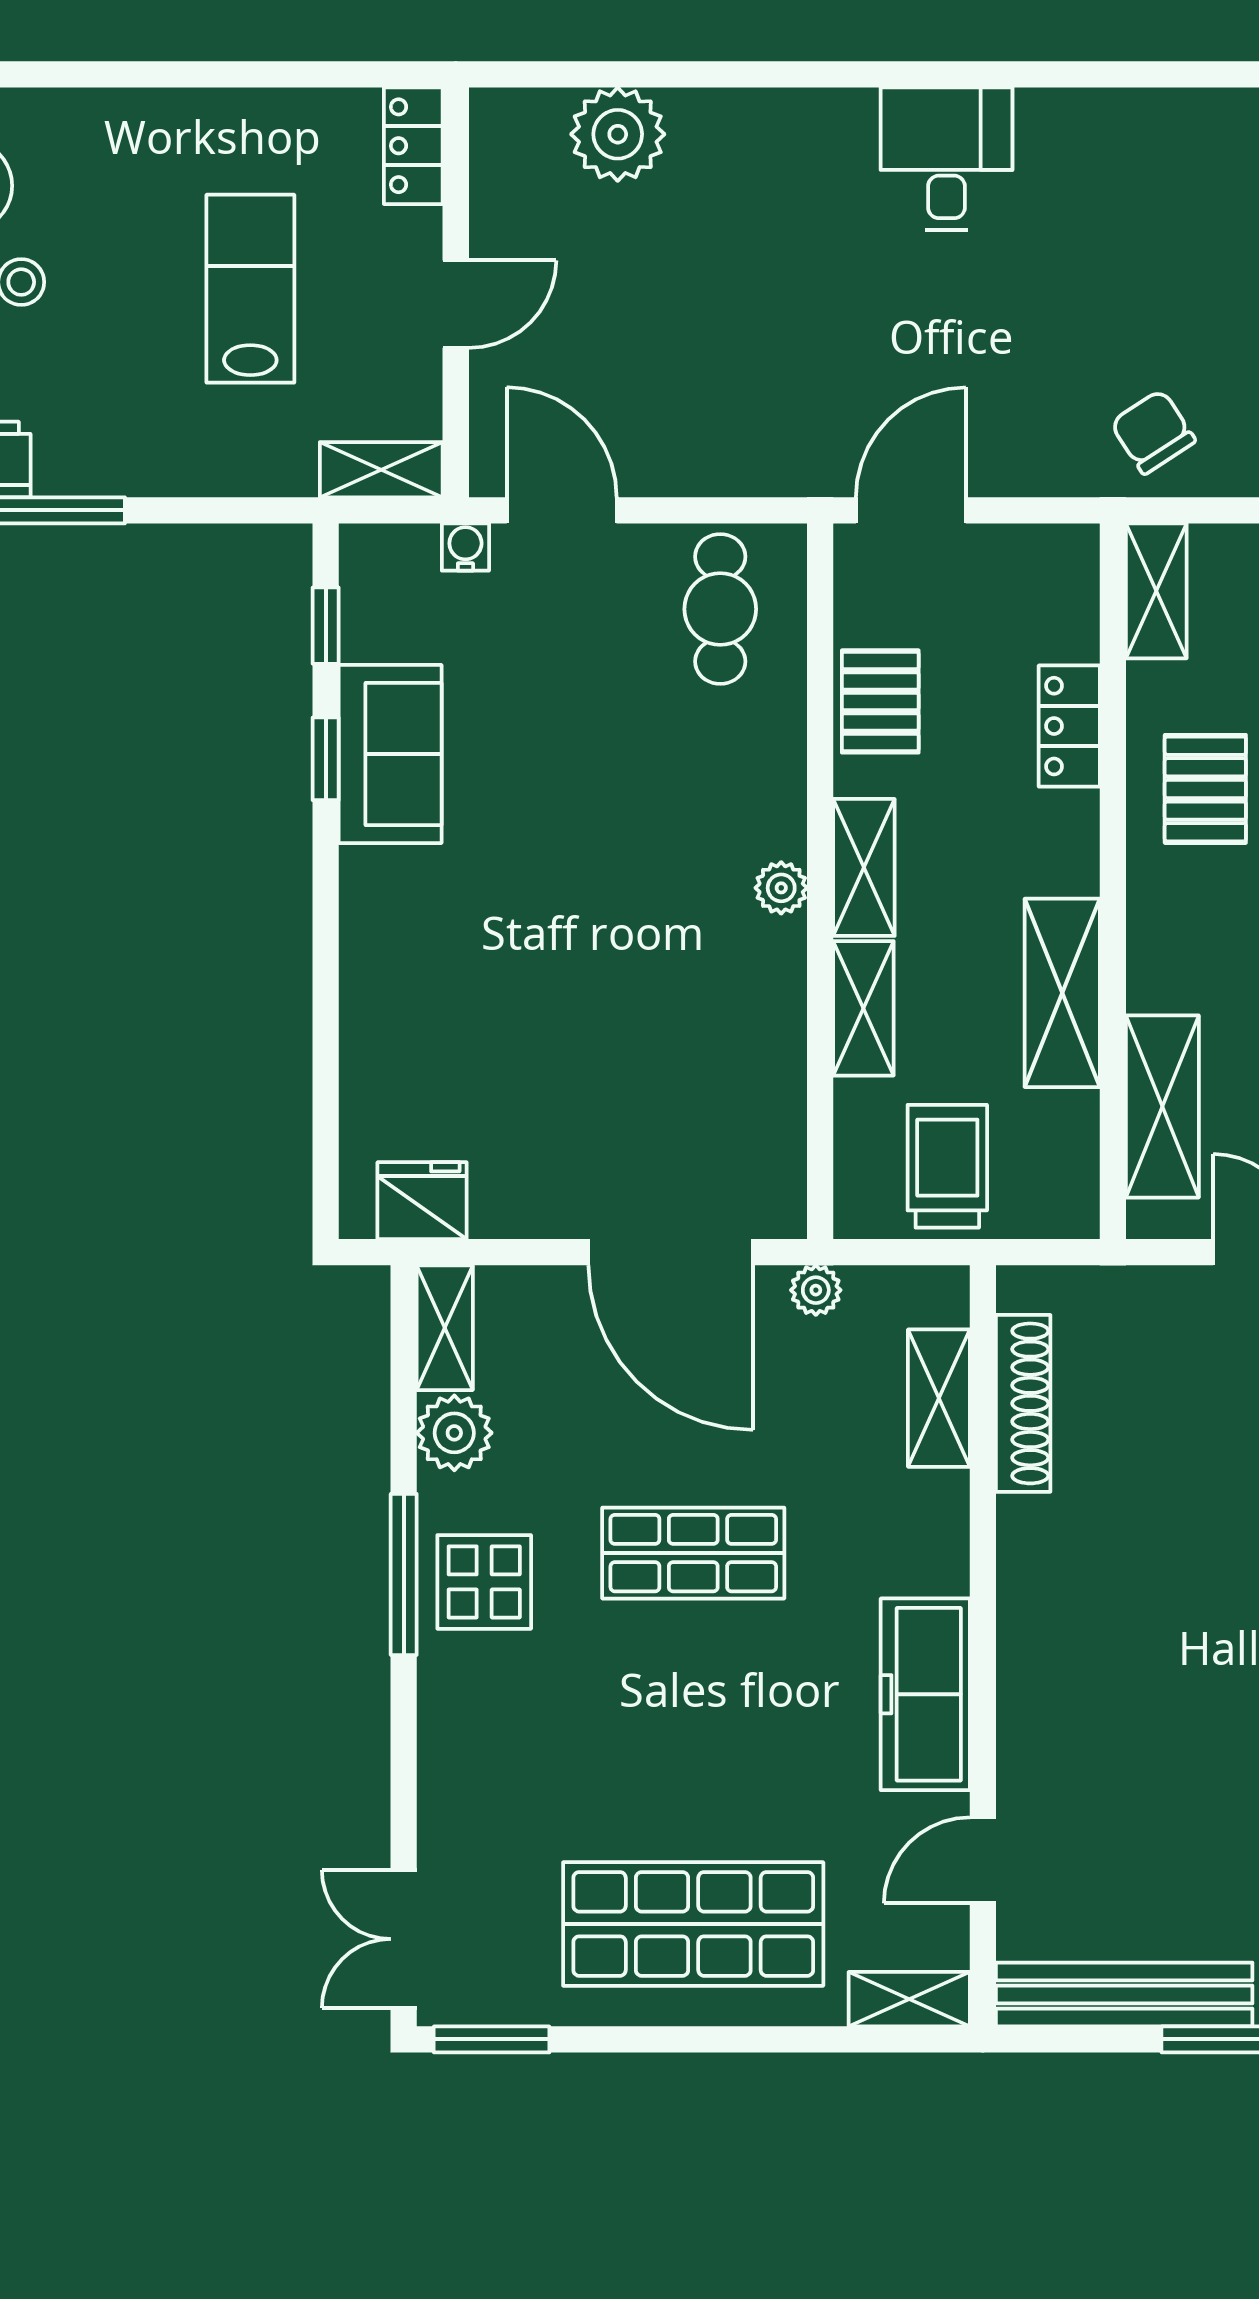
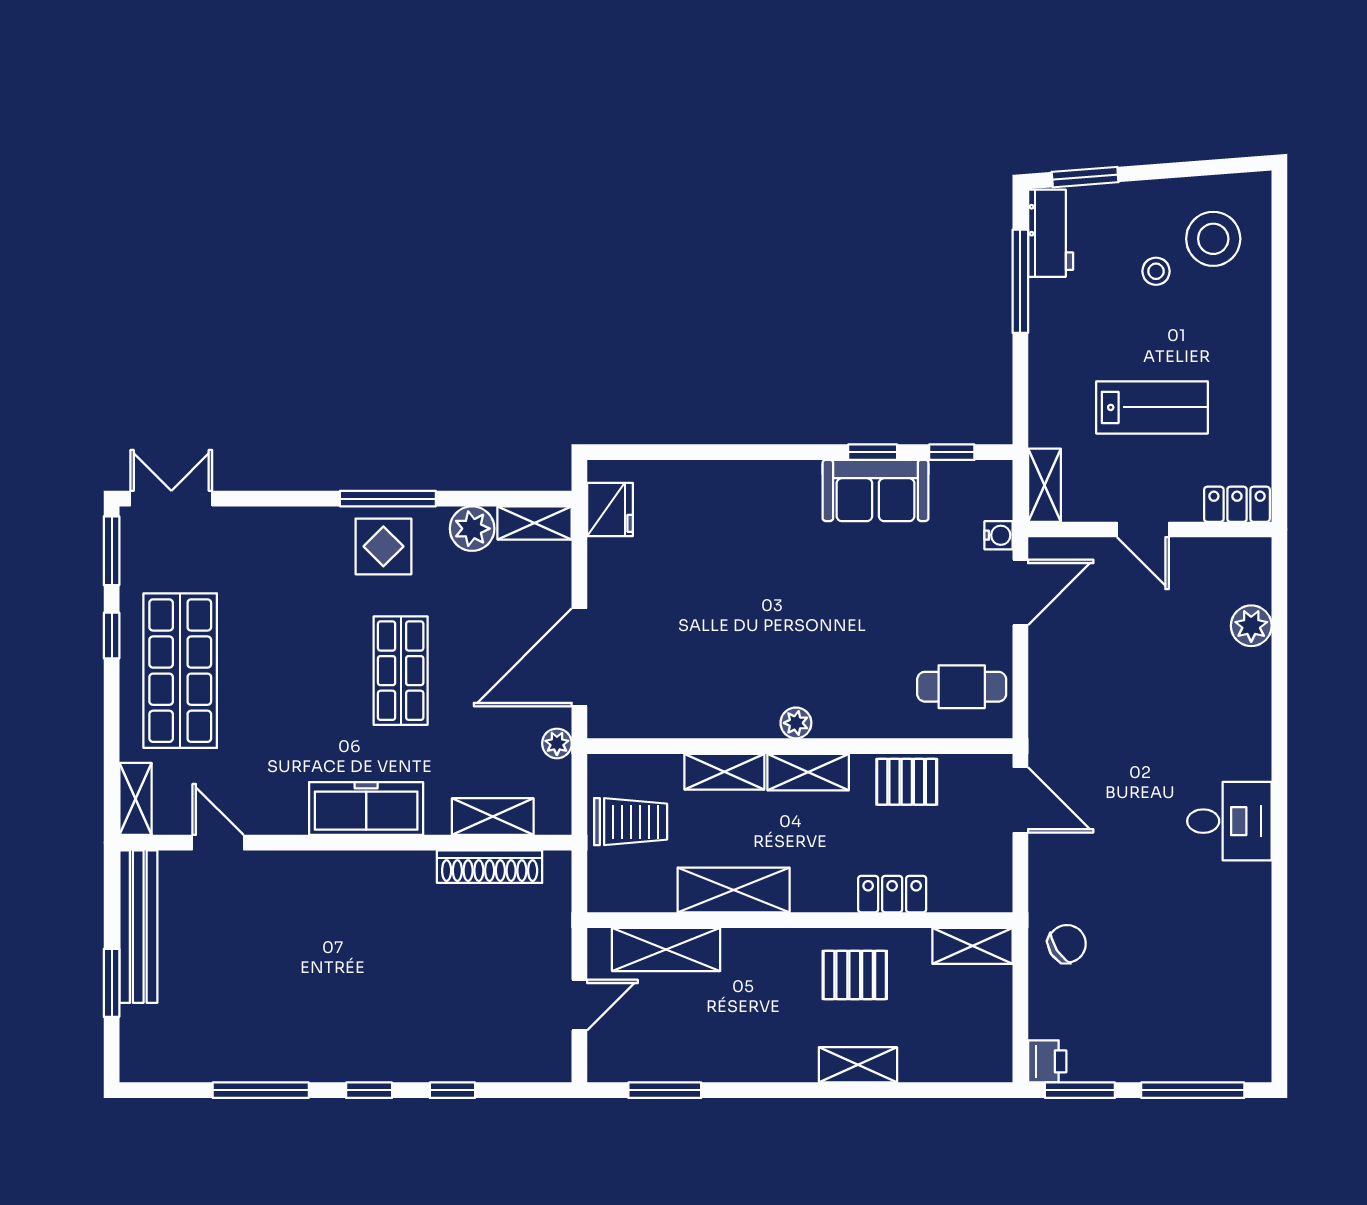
plant: (618, 134) -> (1251, 626), width x0.73, depth x0.73
freezer: (925, 1694) -> (366, 809), moved
window: (634, 2039) -> (112, 636), added

